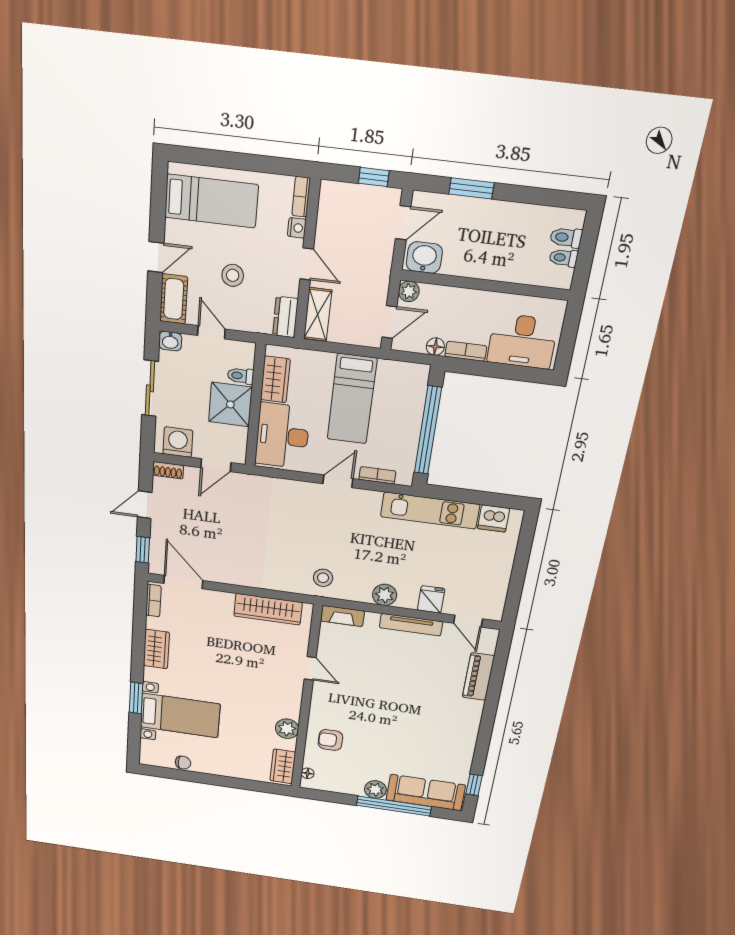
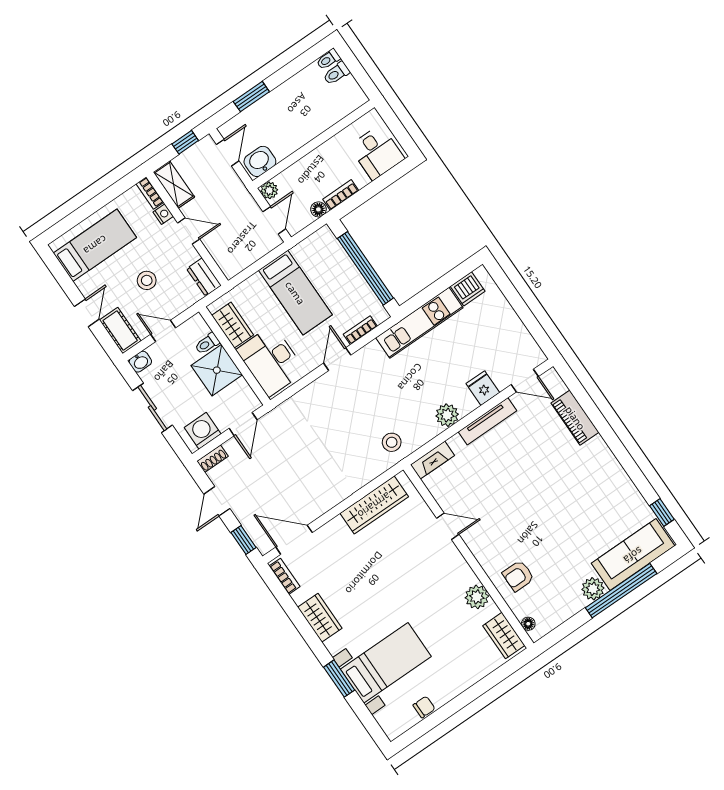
toilet: (564, 258) -> (328, 59), moved
shelving: (318, 315) -> (174, 185), moved
desk: (522, 341) -> (377, 152), width x0.73

